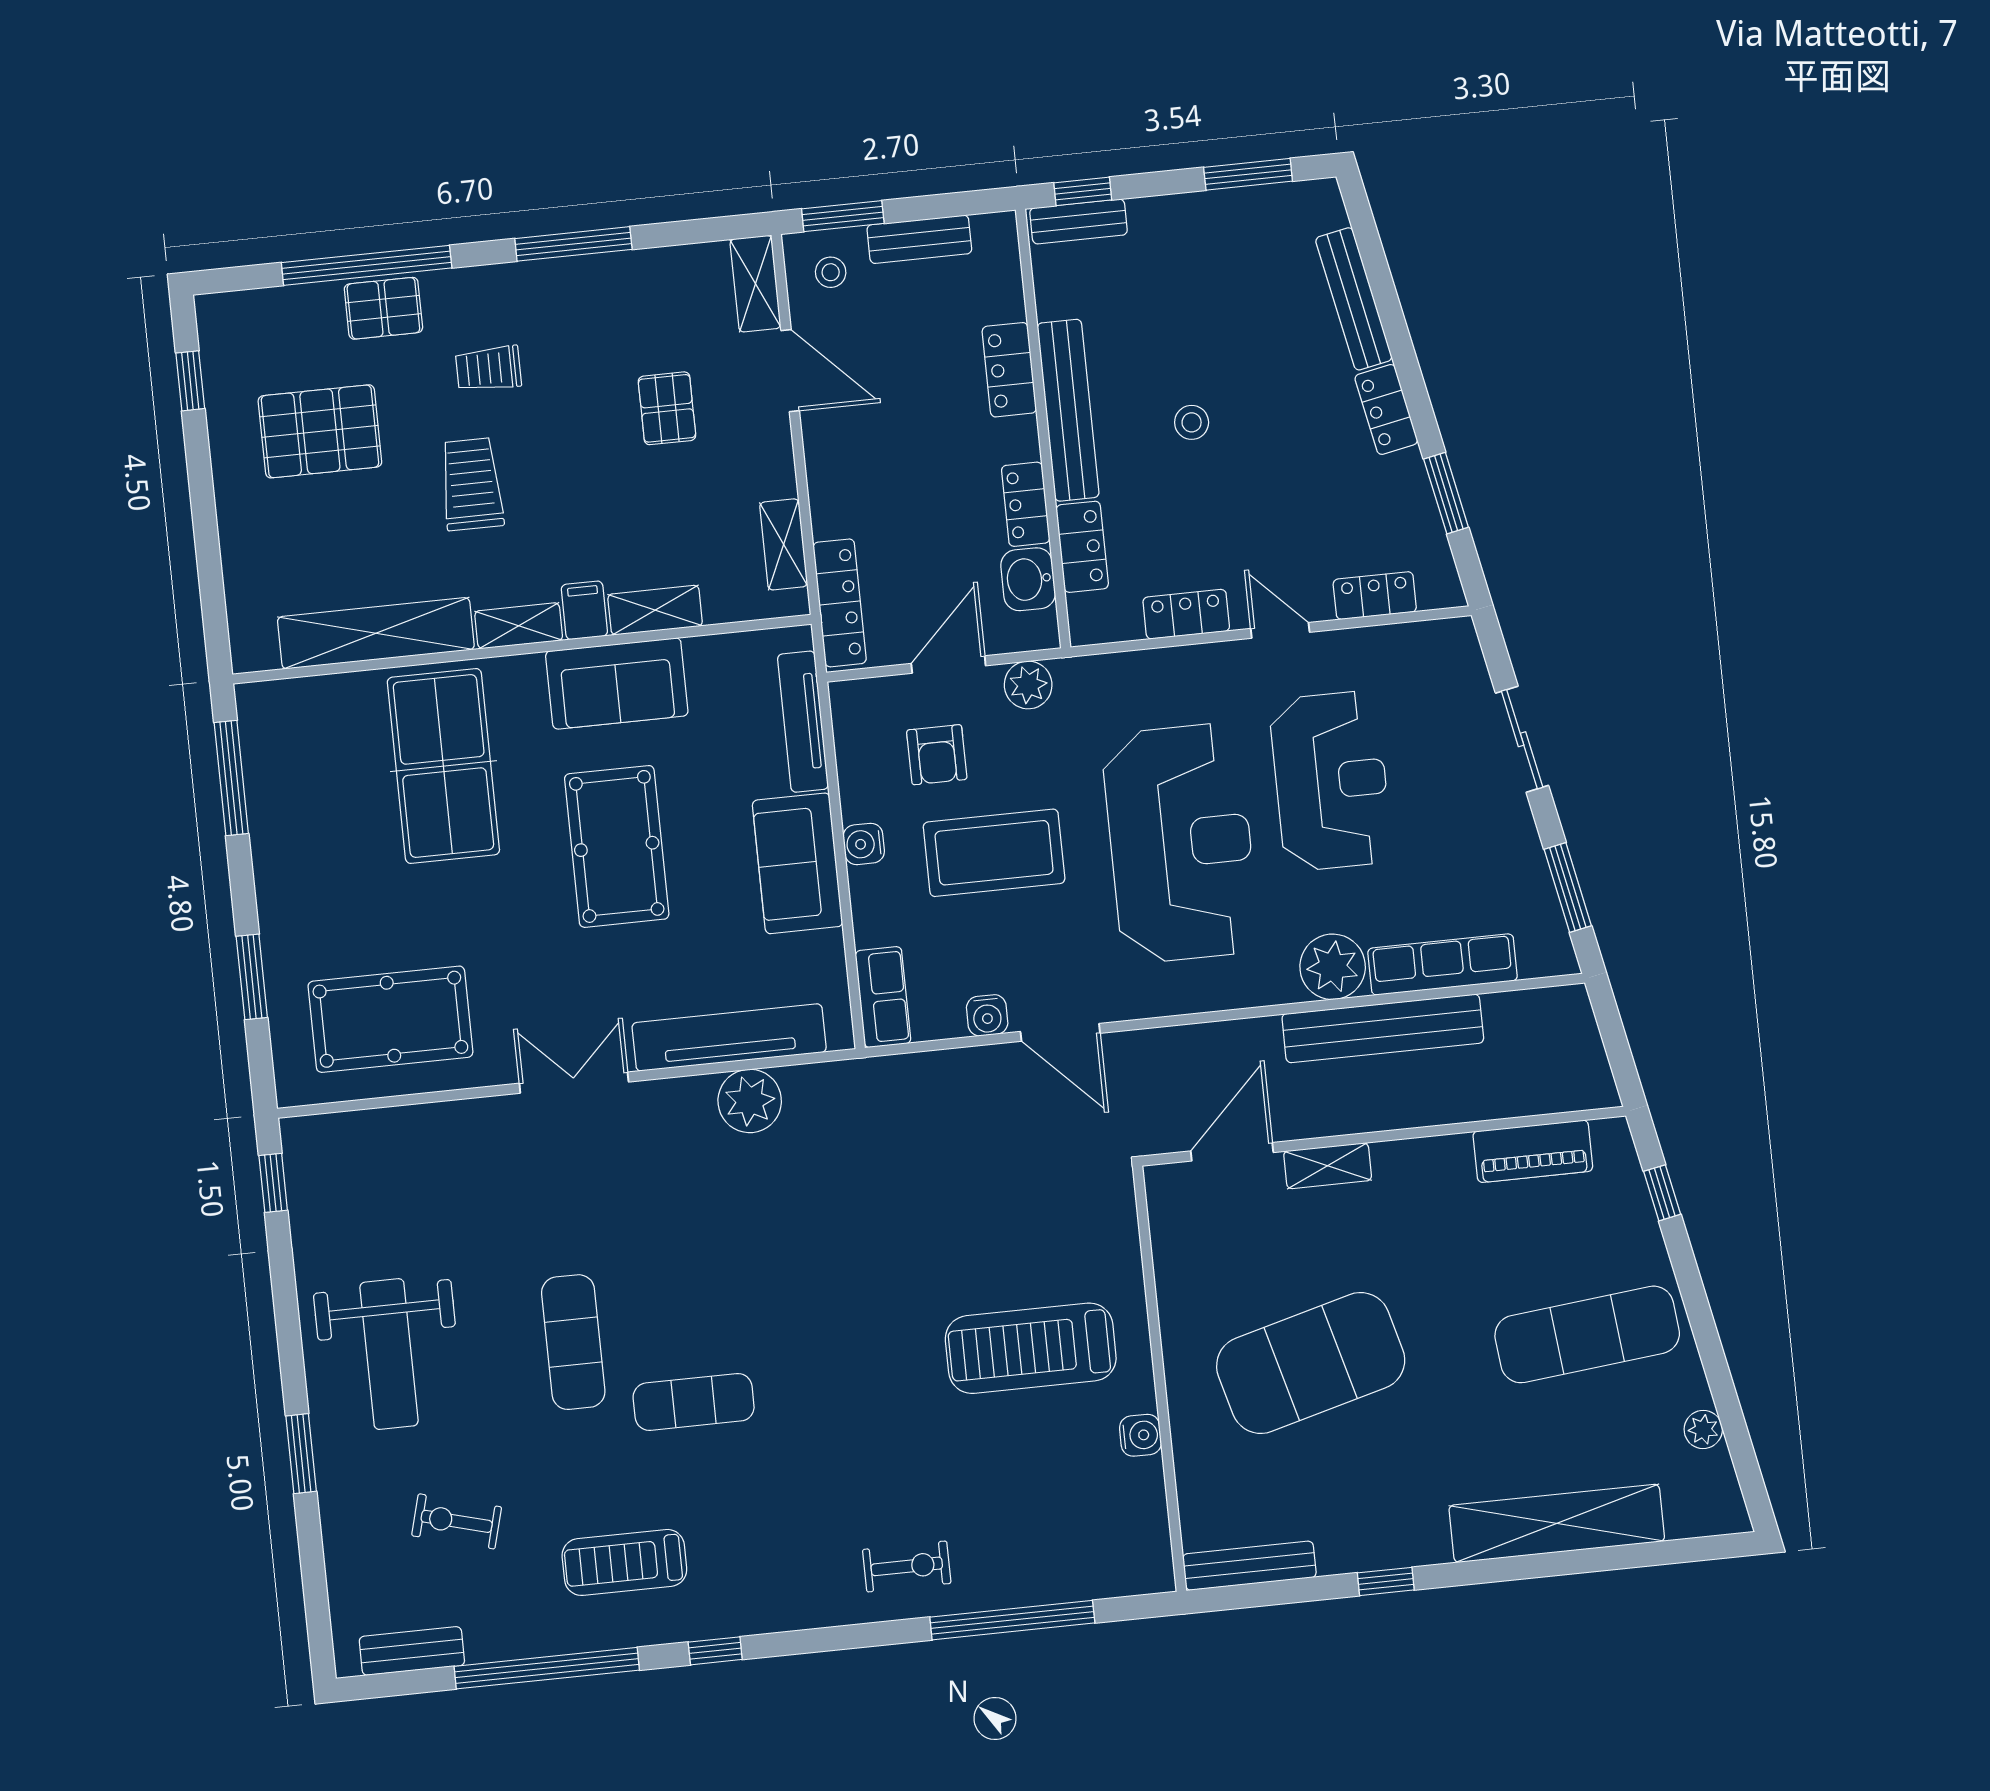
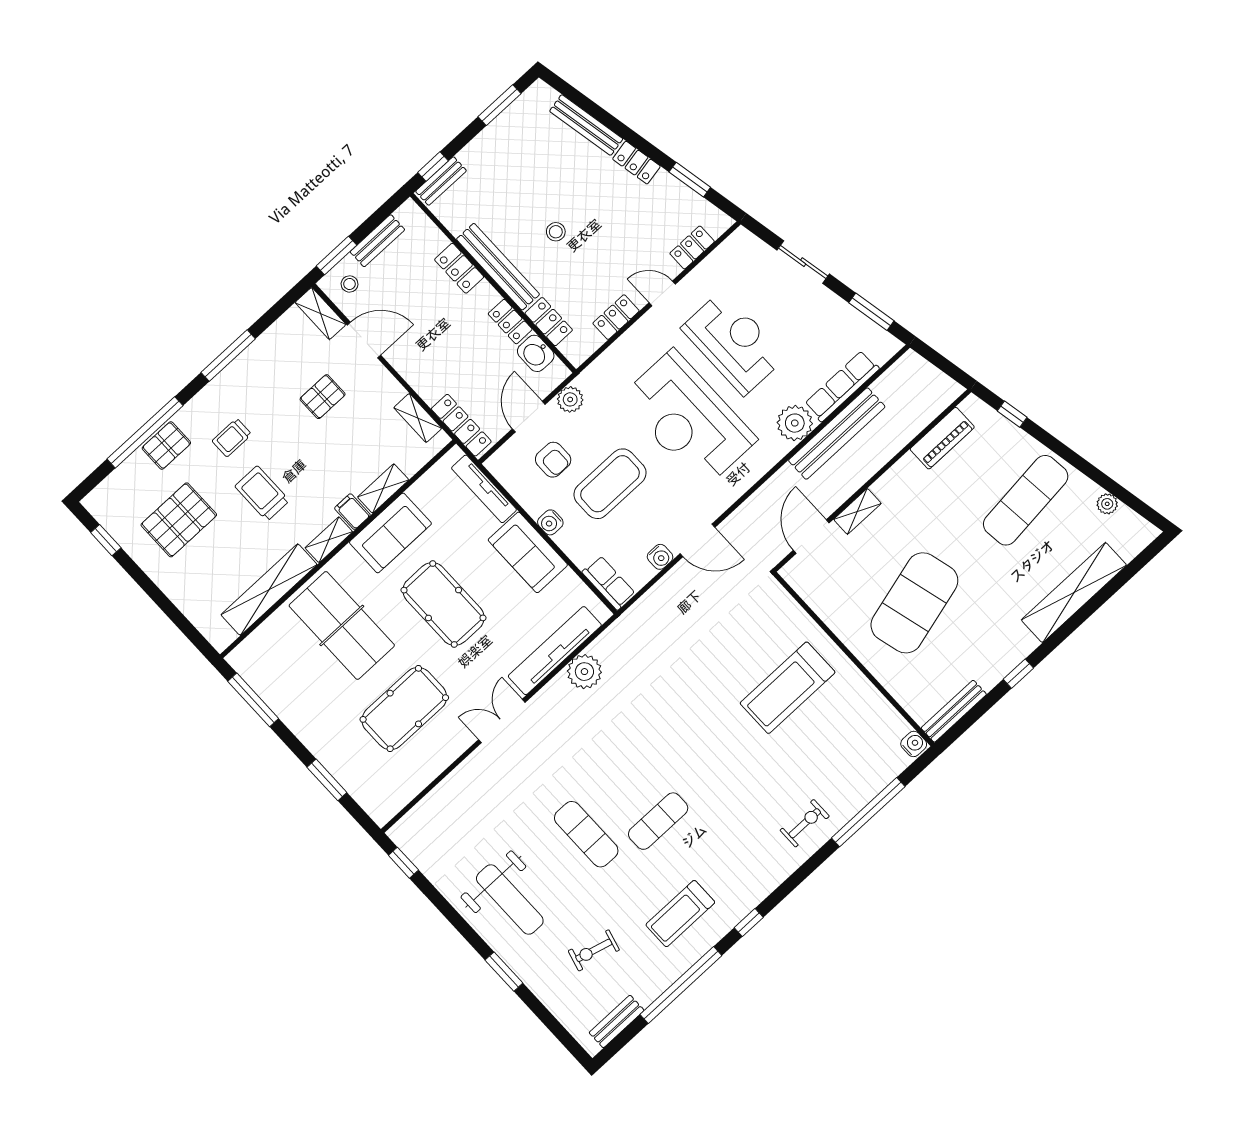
pallet: (667, 408) -> (323, 397), turned 90
reception desk: (1181, 843) -> (688, 419), turned 180
pool table: (390, 1019) -> (404, 709), moved
water cooler: (1140, 1435) -> (914, 744), moved

